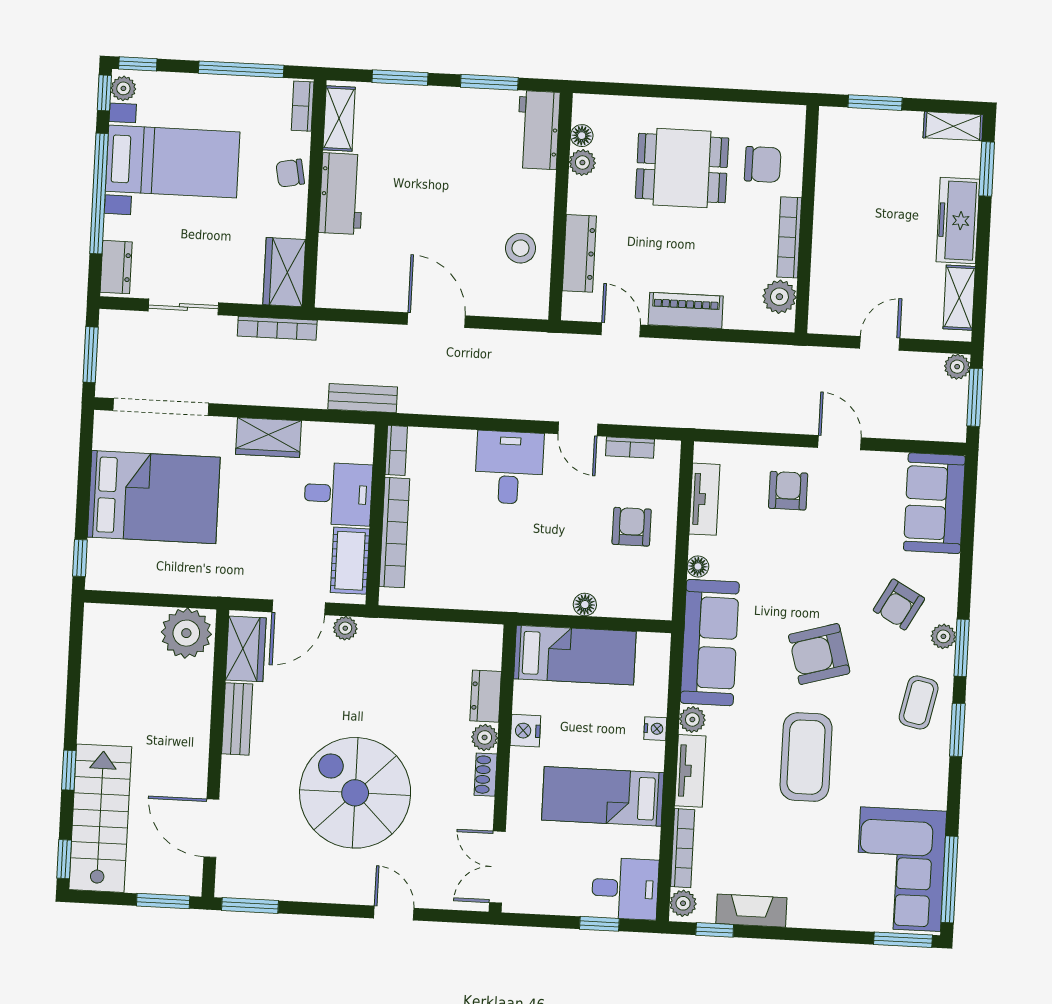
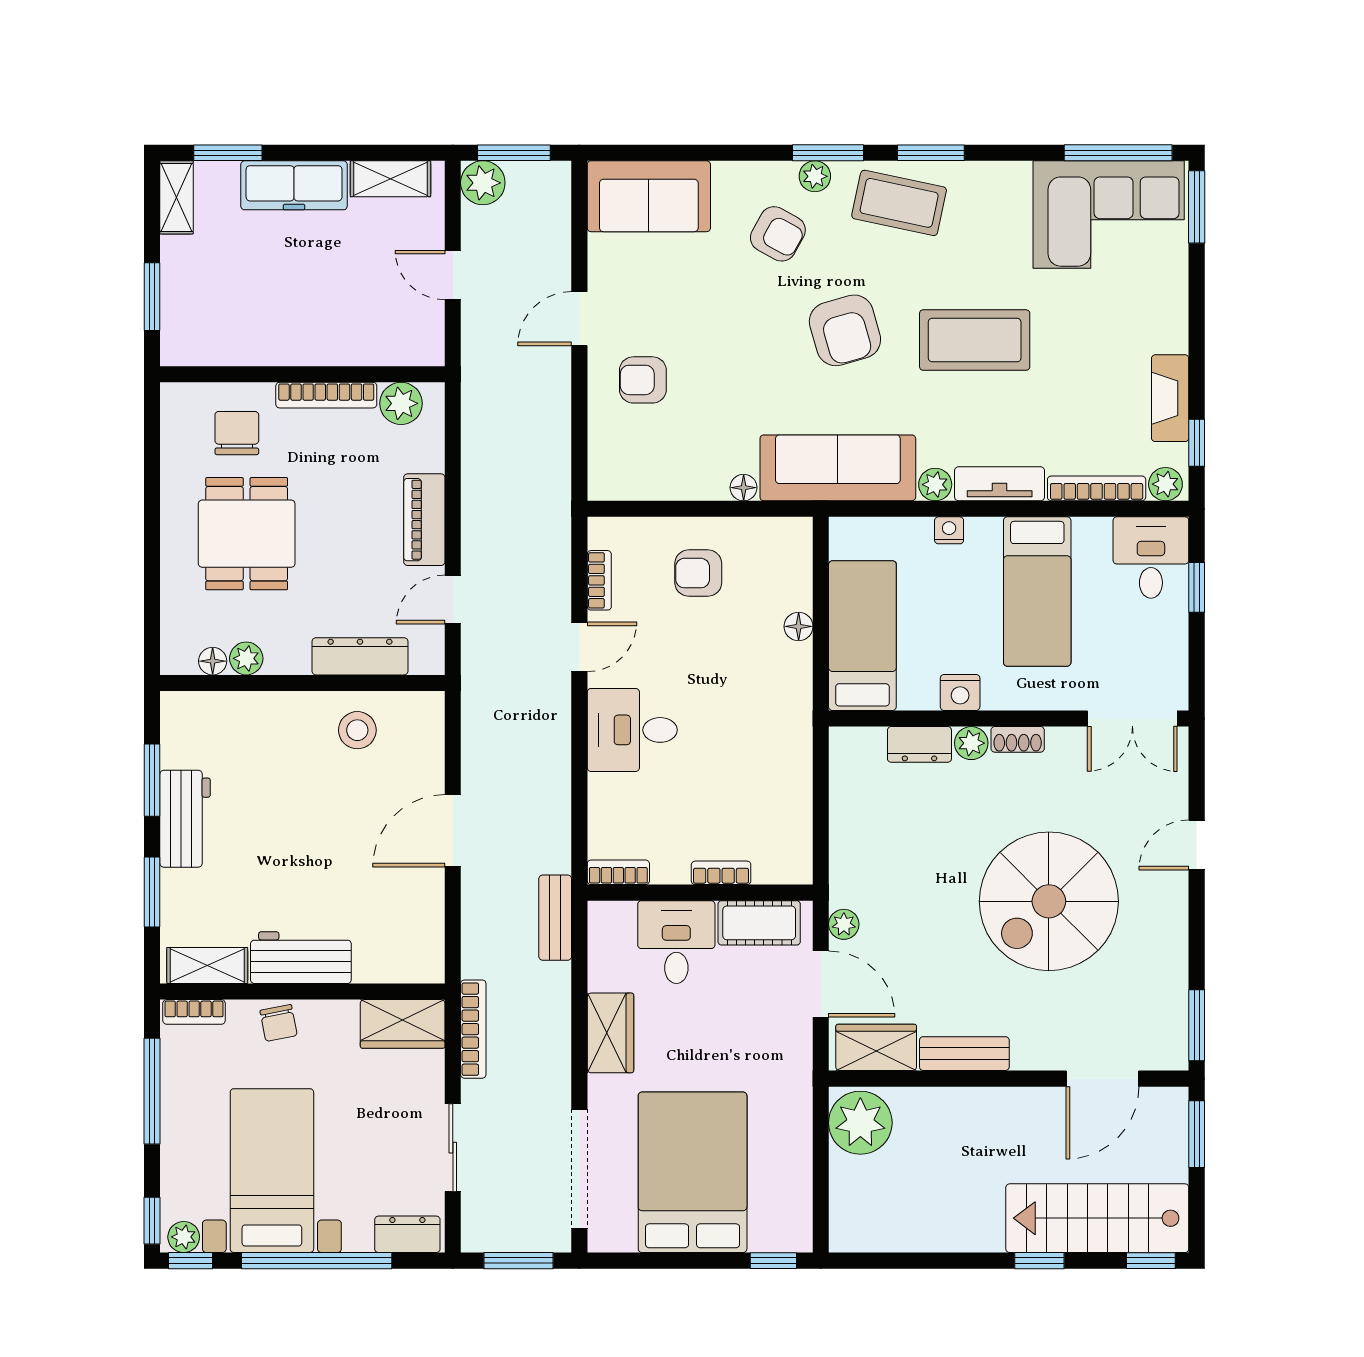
workbench: (538, 130) -> (185, 819), moved, turned -90
plant: (957, 367) -> (483, 183), width x1.38, depth x1.38
tv unit: (704, 499) -> (659, 484), removed
bookcase: (394, 533) -> (721, 873), width x0.43, depth x0.76
coffee table: (919, 703) -> (899, 203), width x1.36, depth x1.30

